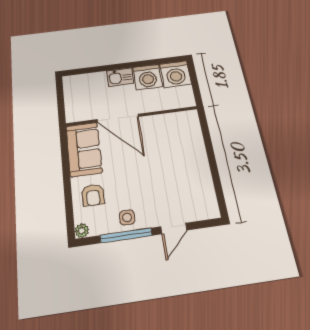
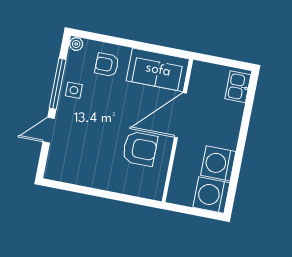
kitchen sink: (120, 77) -> (238, 87), moved
armchair: (159, 141) -> (140, 149), added
door: (174, 228) -> (49, 130), hinge flipped

